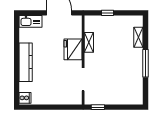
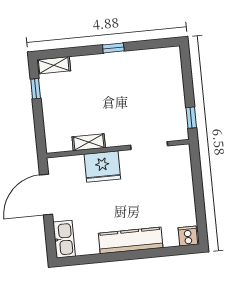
window: (107, 13) -> (36, 89), moved
shelving: (138, 37) -> (54, 65), moved
window: (146, 63) -> (113, 48), width x0.46

